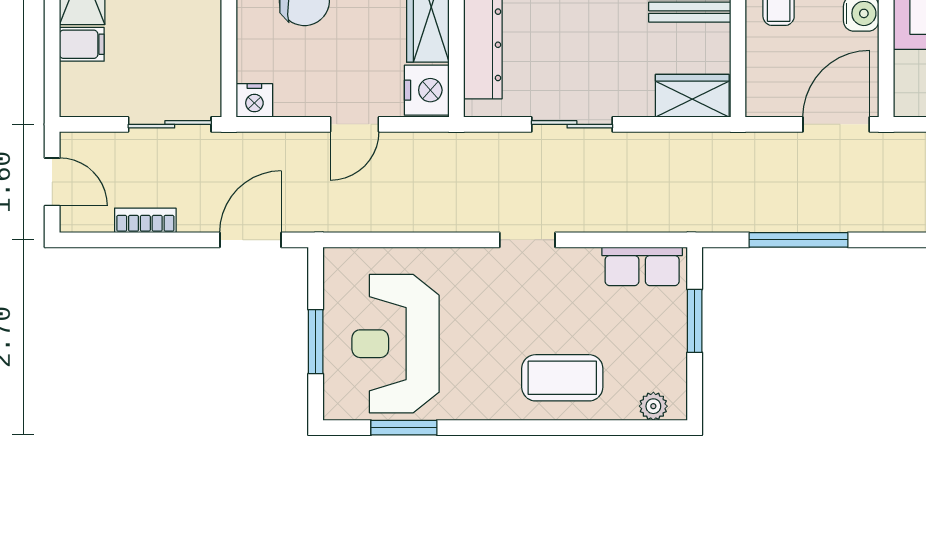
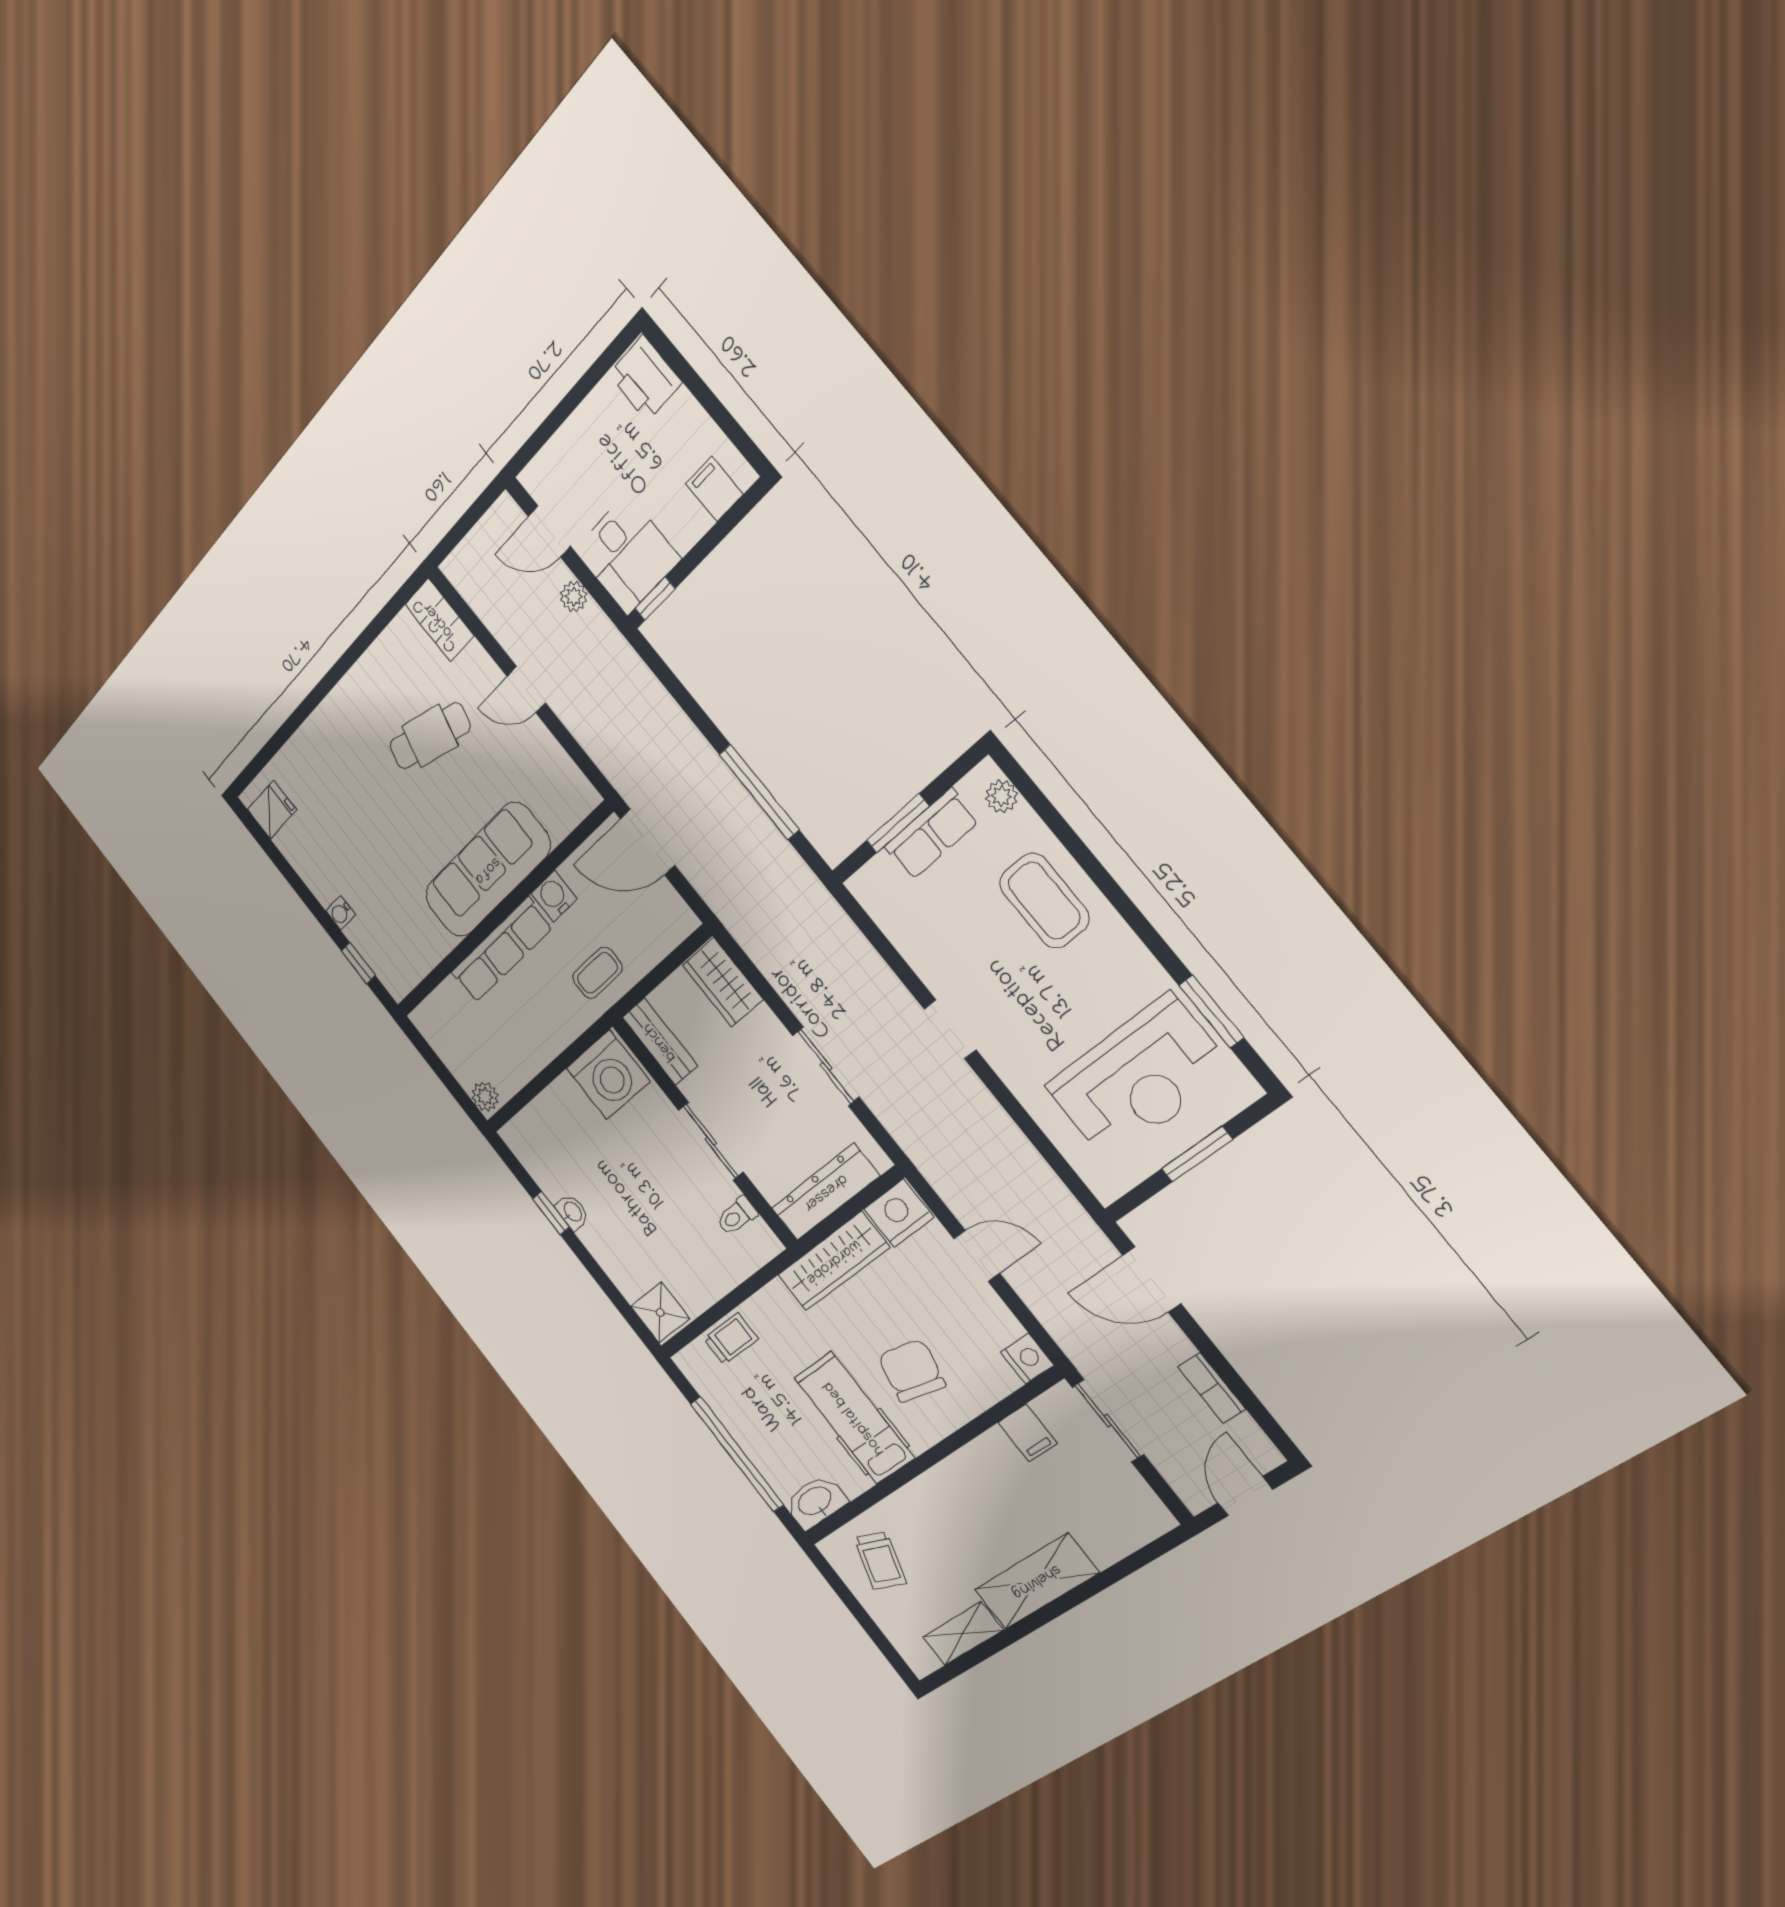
filing cabinet: (82, 44) -> (1028, 1433), moved, turned 180
row of seats: (642, 266) -> (932, 834), moved, turned 90

